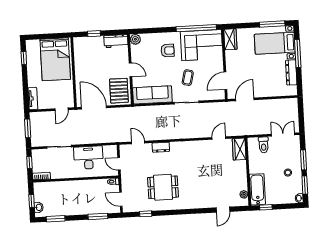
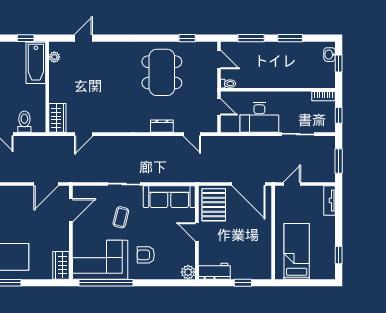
bed: (55, 59) -> (297, 251), width x0.67
dining table: (163, 187) -> (162, 72), width x1.38
window: (56, 219) -> (290, 38), moved

